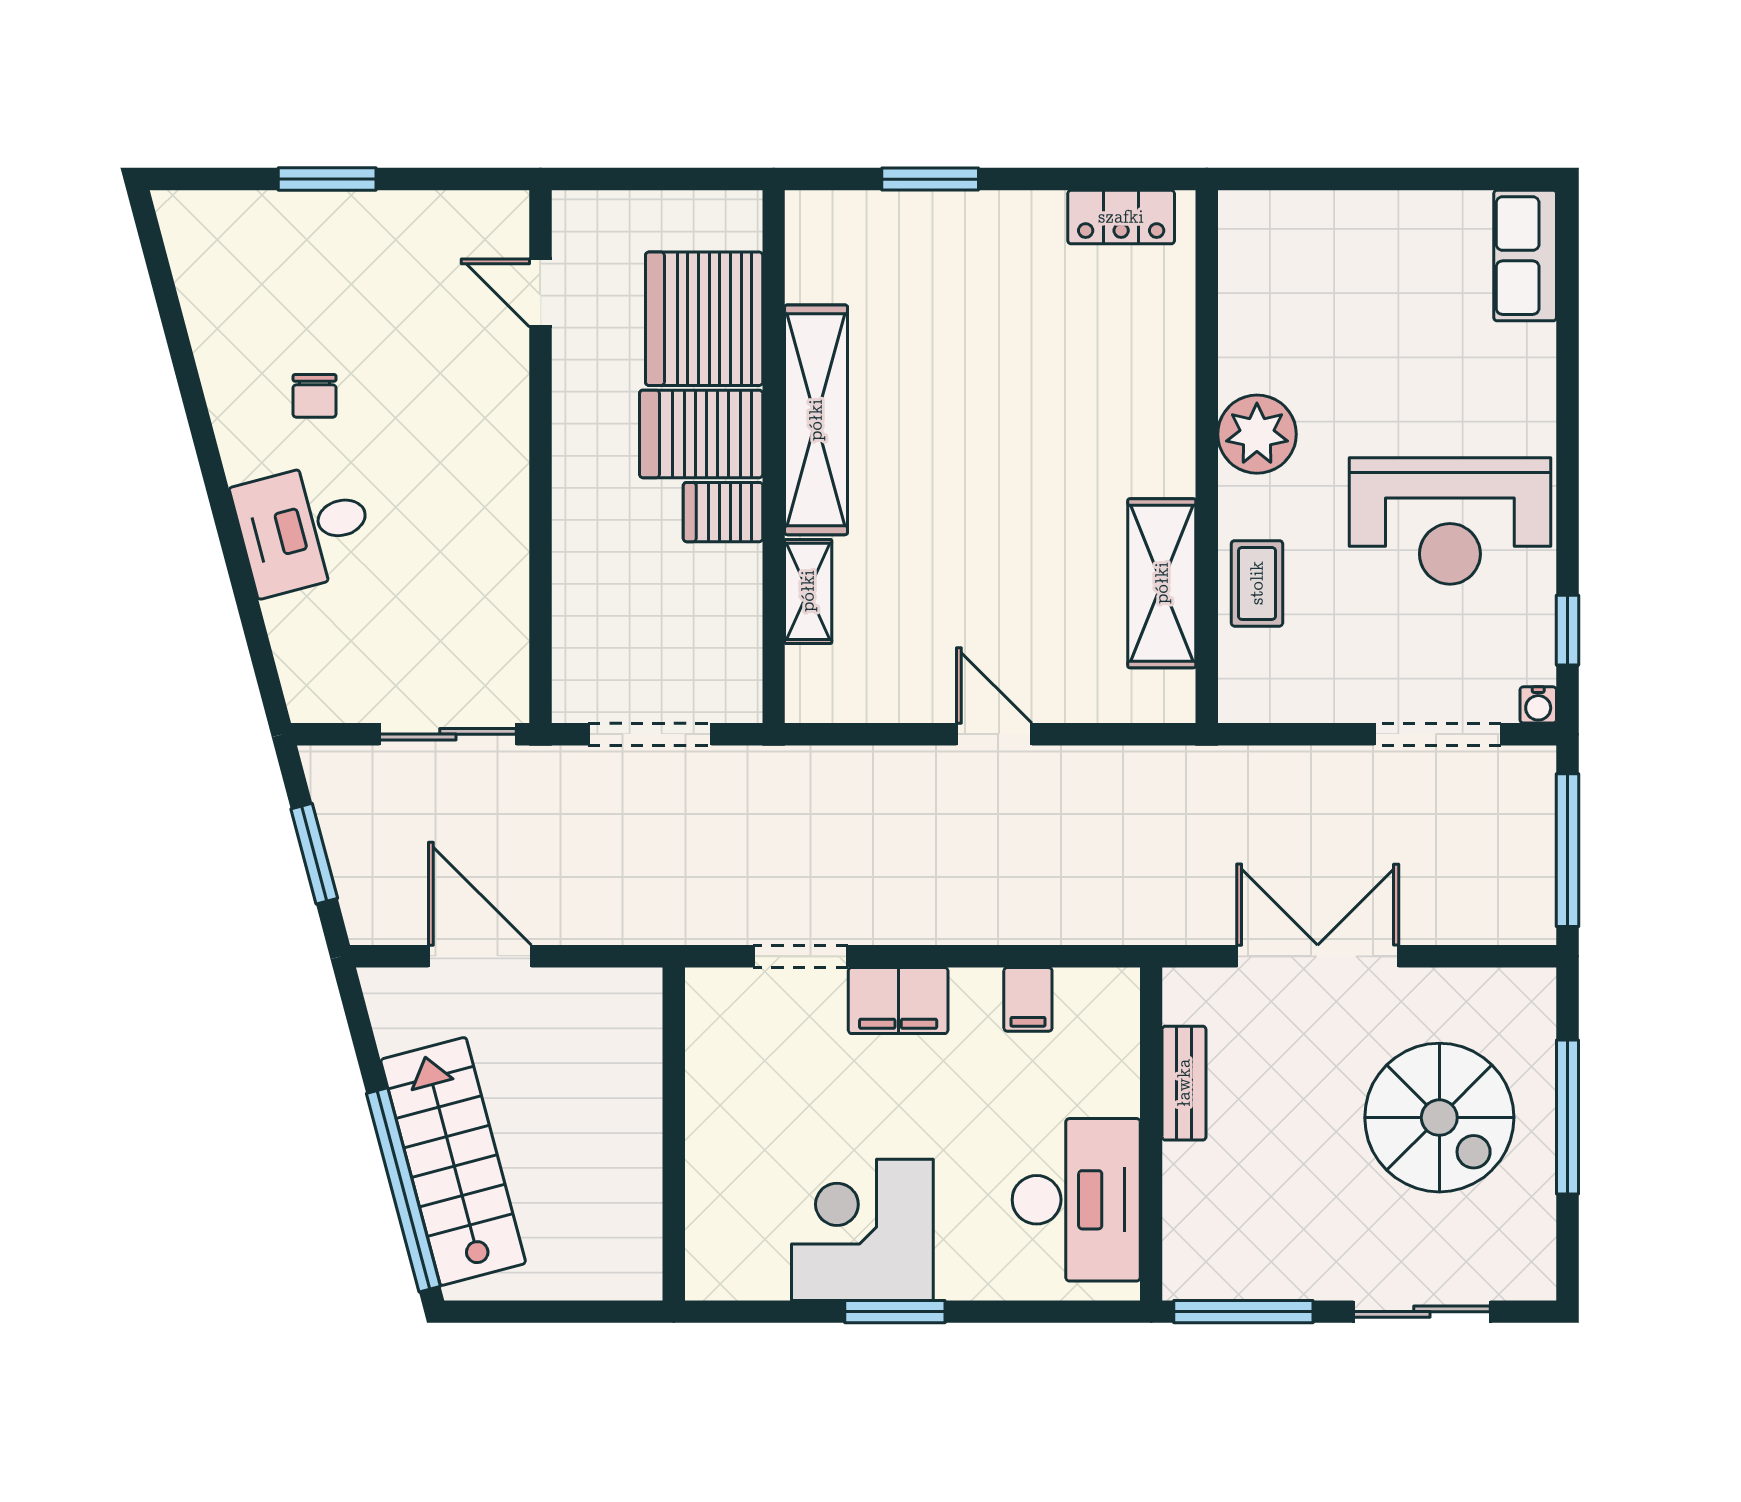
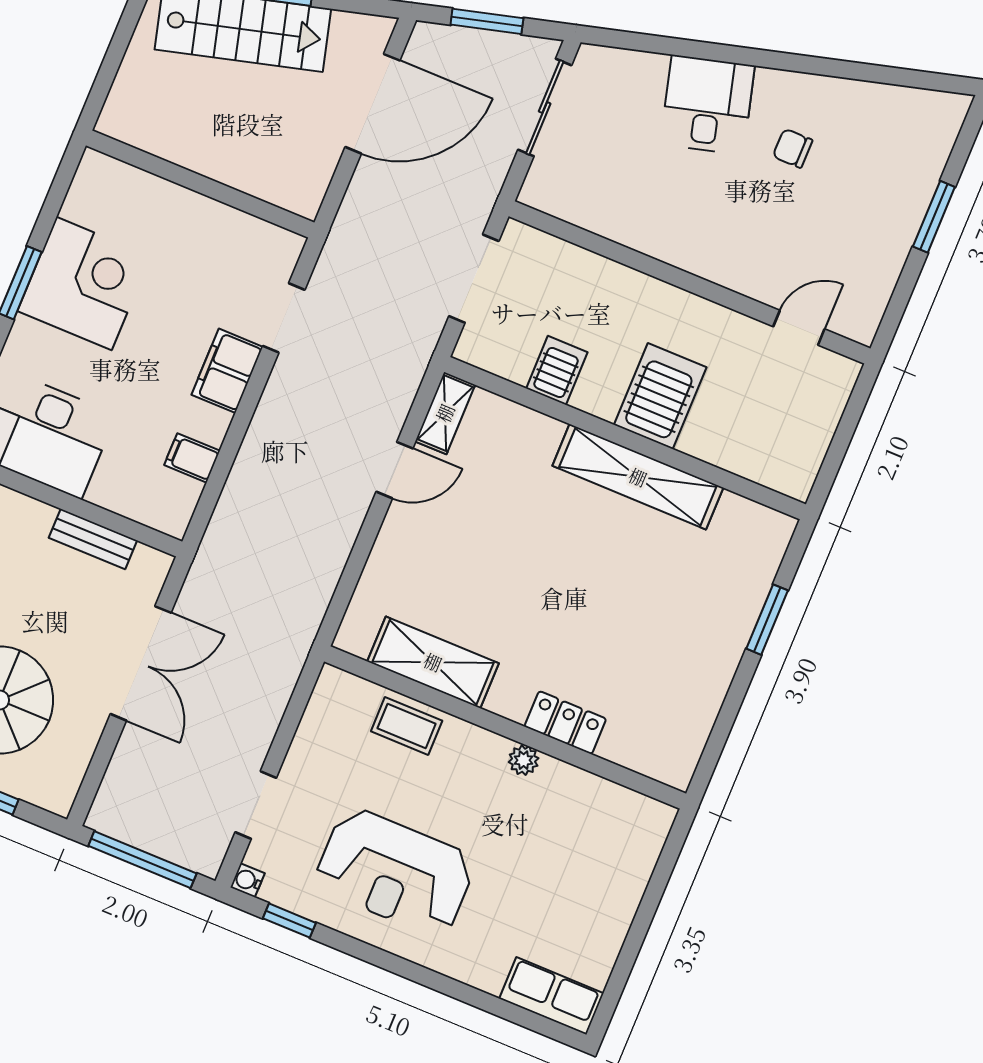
locker: (1121, 217) -> (565, 723), moved, turned 90
server rack: (704, 319) -> (736, 430), removed
plant: (1257, 434) -> (524, 760), width x0.53, depth x0.53
server rack: (723, 512) -> (557, 370), moved
reception desk: (1450, 521) -> (395, 872), turned -90
shelving: (808, 591) -> (445, 413), moved, turned 90
sliding door: (448, 734) -> (545, 107), moved
door: (994, 734) -> (395, 470), moved
doorway: (1438, 734) -> (256, 805), width x0.73
door: (480, 956) -> (372, 104), width x1.36

